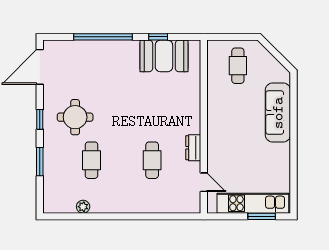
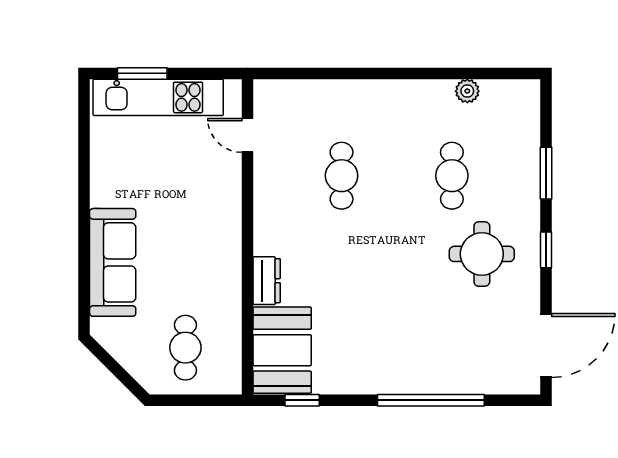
window: (158, 37) -> (302, 400), moved
booth: (164, 56) -> (282, 350), moved, turned 90
dresser: (193, 148) -> (267, 281), moved

